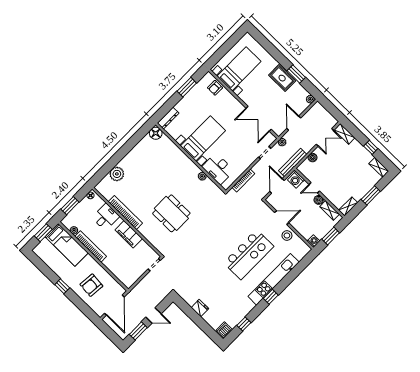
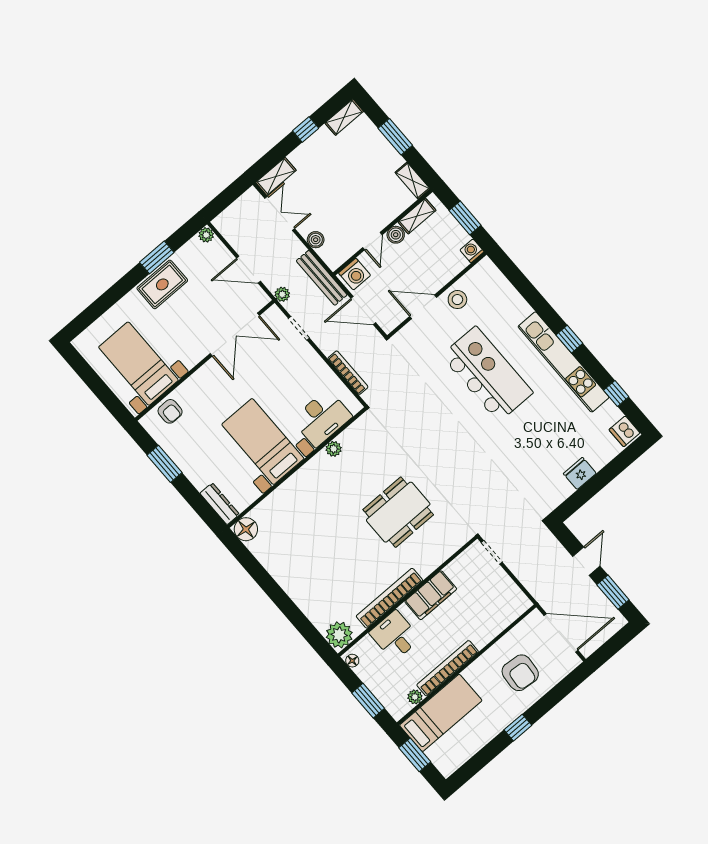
plant: (117, 174) -> (339, 635), moved
door: (282, 218) -> (423, 307), hinge flipped
kitchen unit: (274, 279) -> (564, 362), moved

